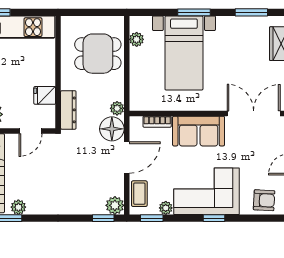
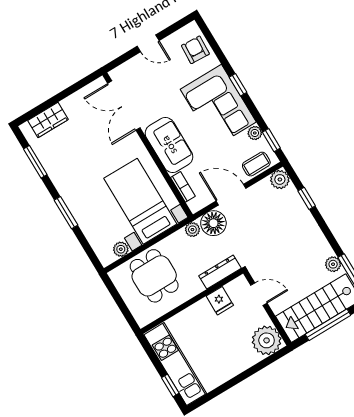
bed with nightstands: (184, 53) -> (140, 201), moved, turned -90
window: (103, 218) -> (307, 198), moved

